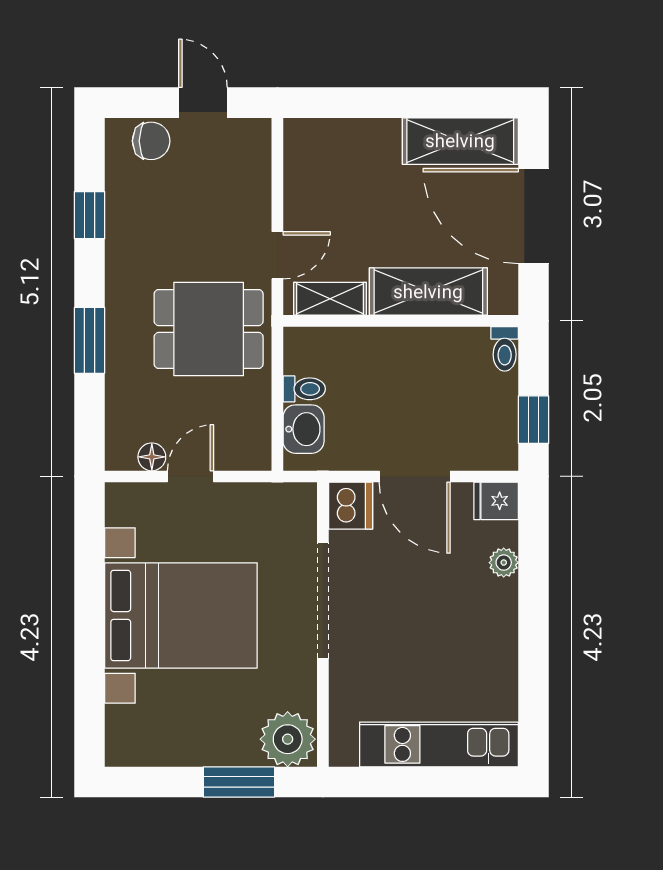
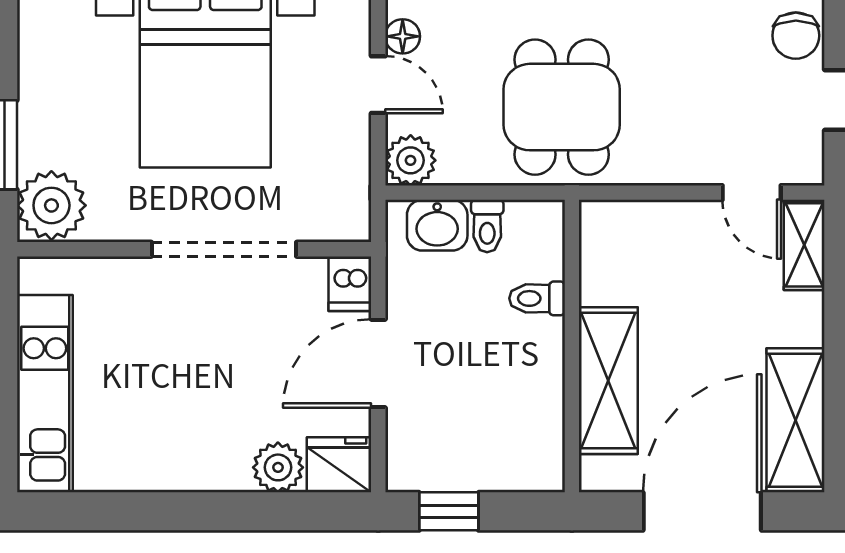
door: (277, 255) -> (752, 193), moved
shelving: (330, 299) -> (804, 245), moved
toilet: (505, 349) -> (537, 298), moved
plant: (251, 451) -> (411, 160), added
fridge: (496, 501) -> (339, 465), width x1.38
dishwasher: (351, 506) -> (350, 284), width x0.73
plant: (504, 563) -> (278, 467), width x1.38, depth x1.38

